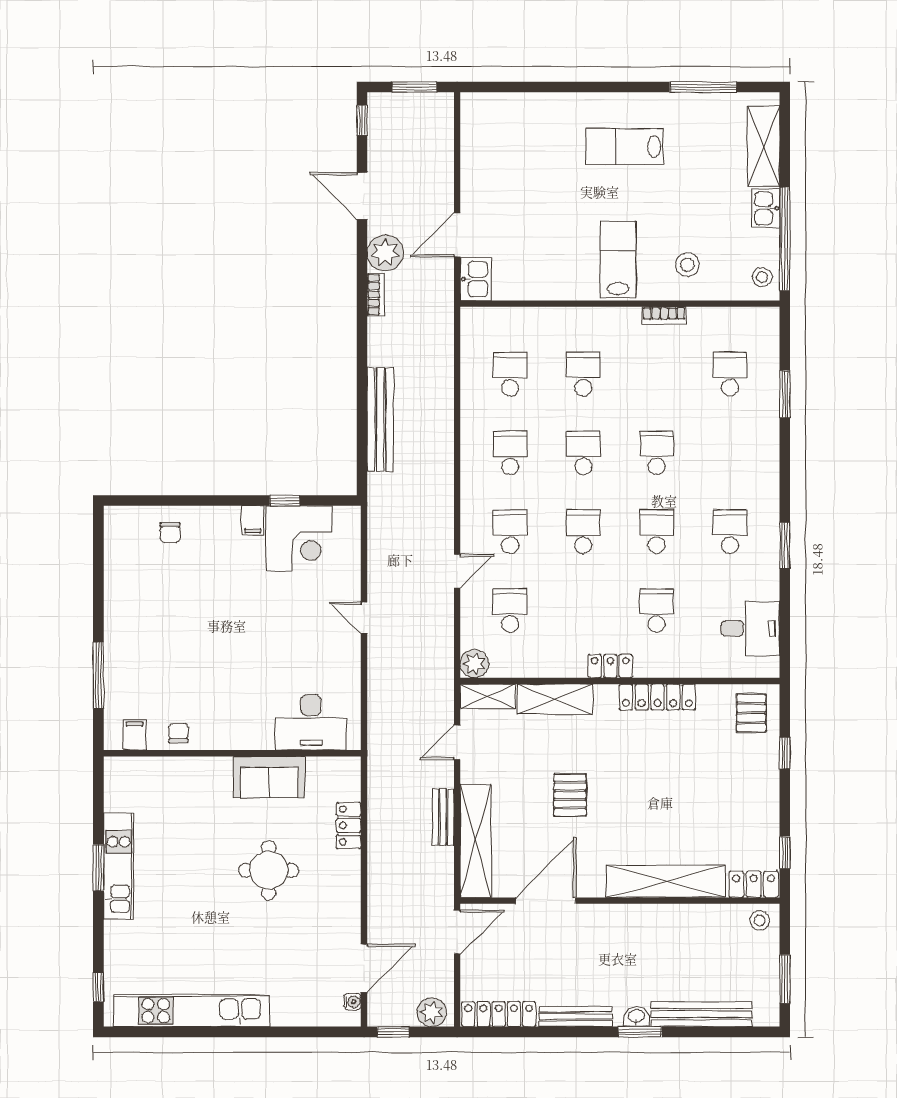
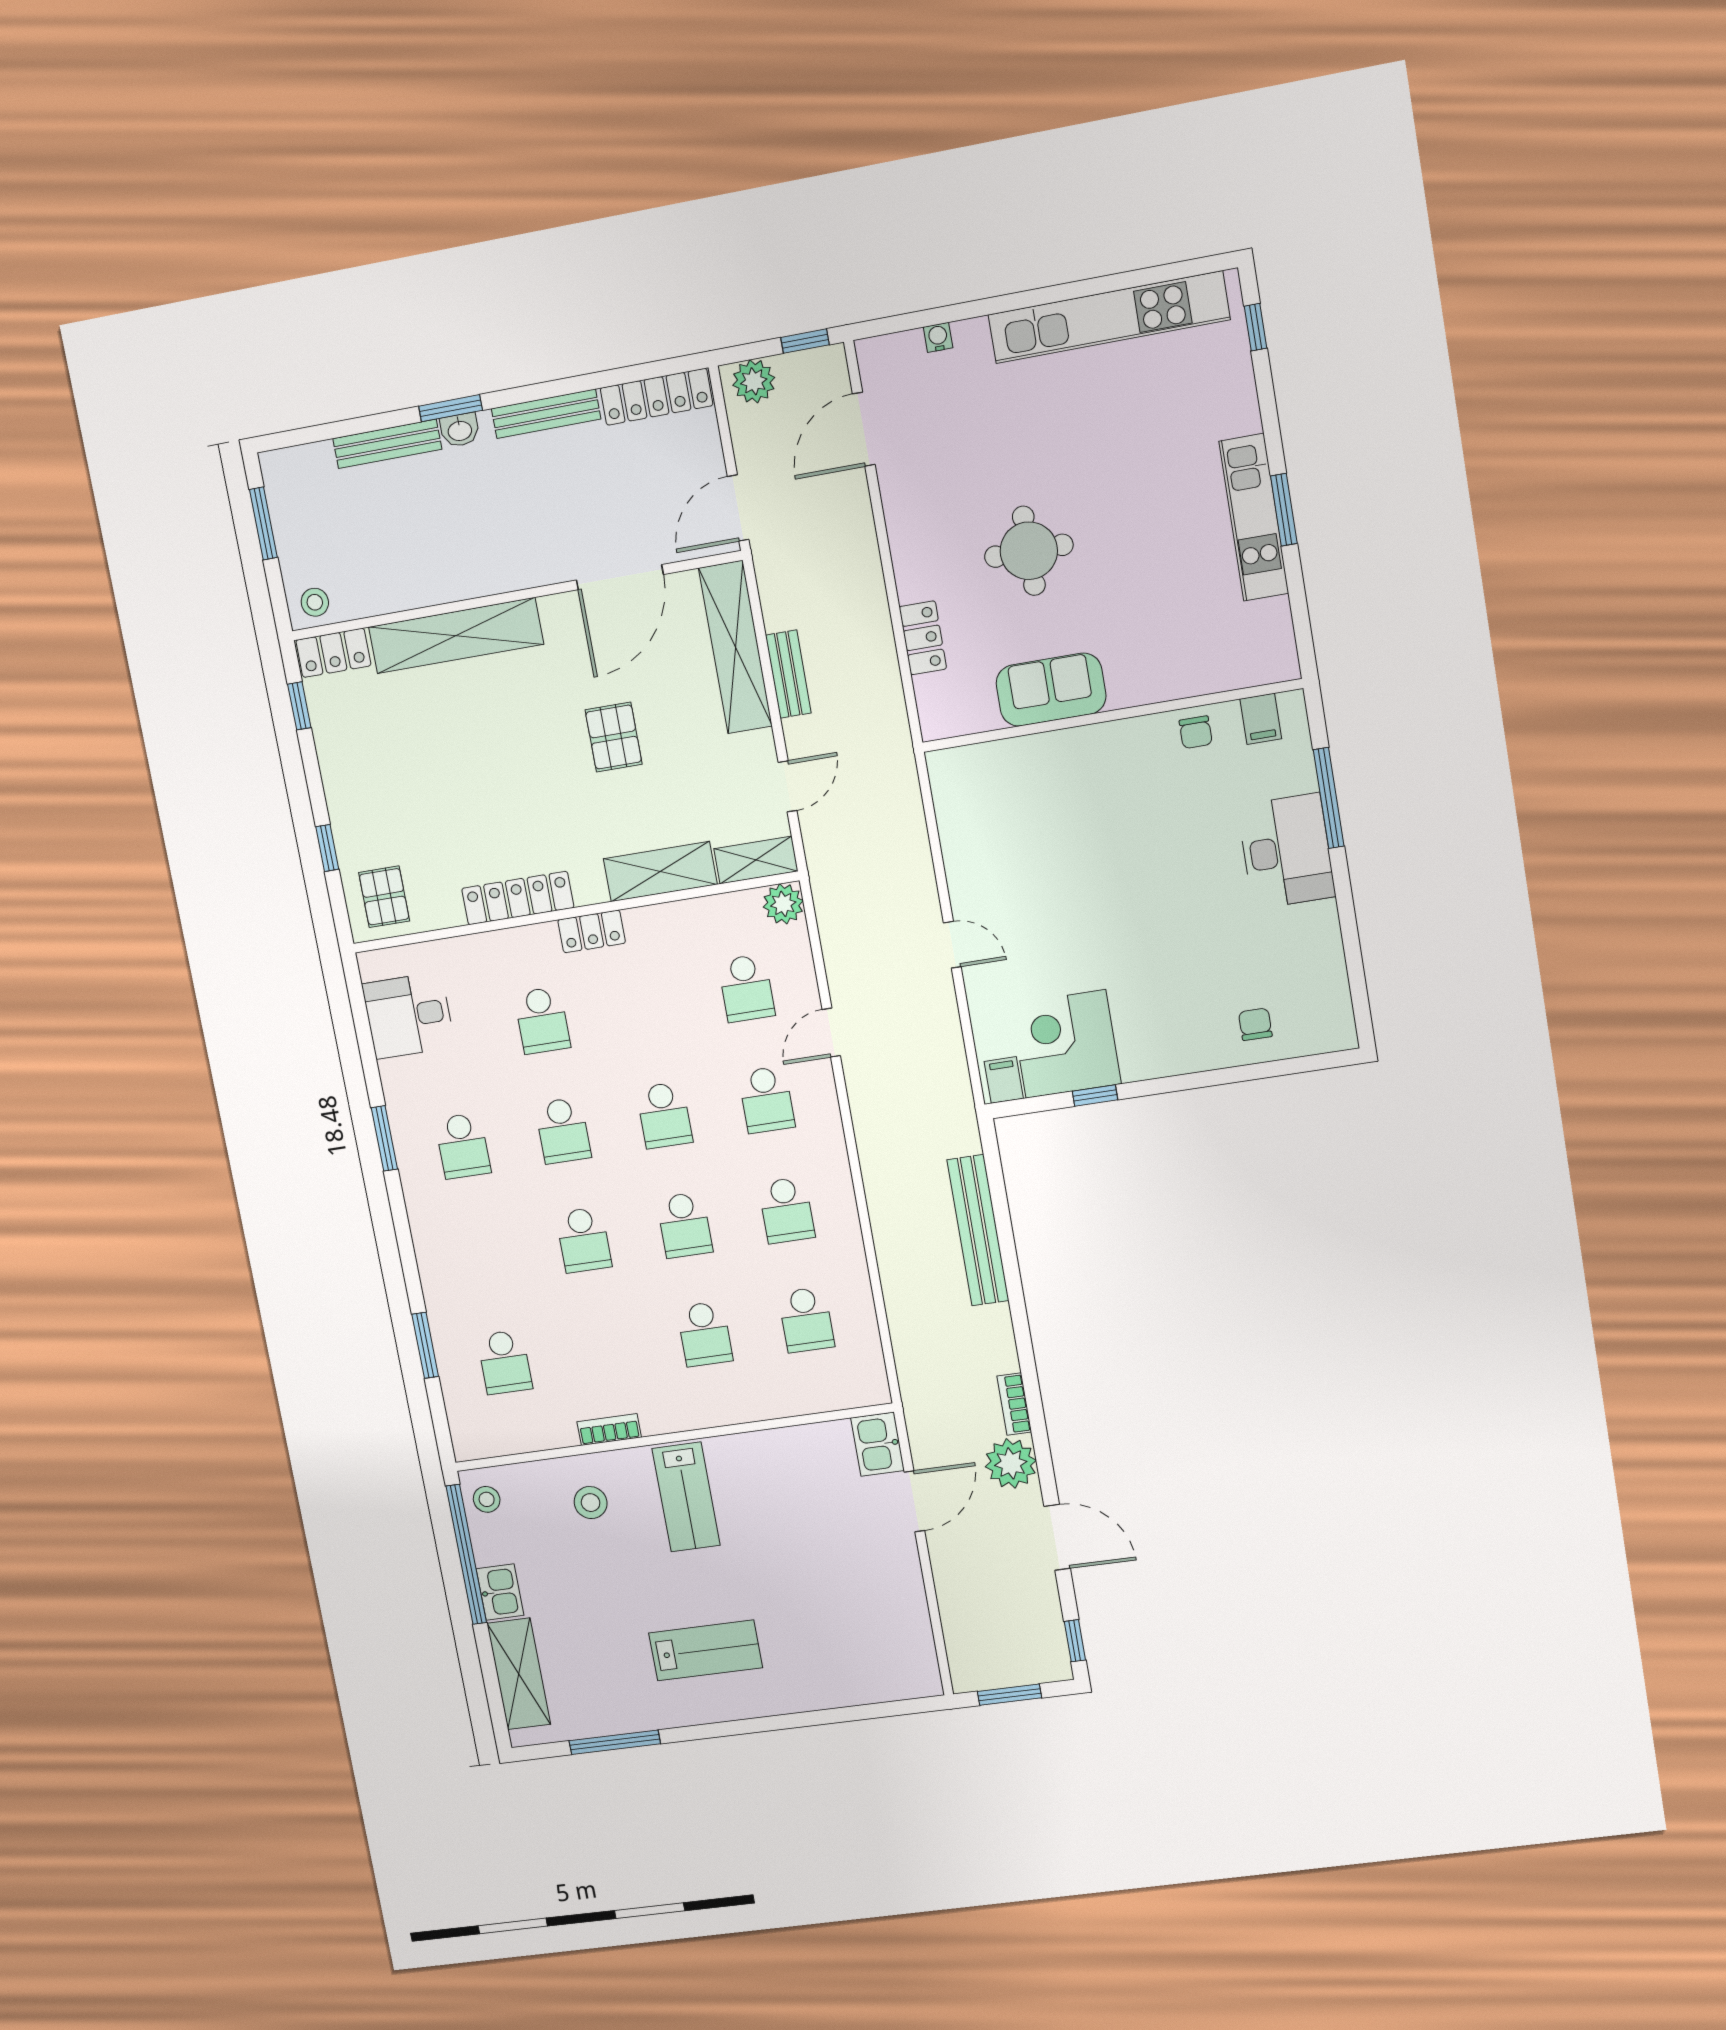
filing cabinet: (253, 520) -> (1004, 1080), moved
desk: (311, 722) -> (1286, 851), moved, turned 90
water cooler: (352, 1002) -> (938, 337), moved, turned 90
bench: (702, 1014) -> (387, 444), width x0.73, depth x0.82

